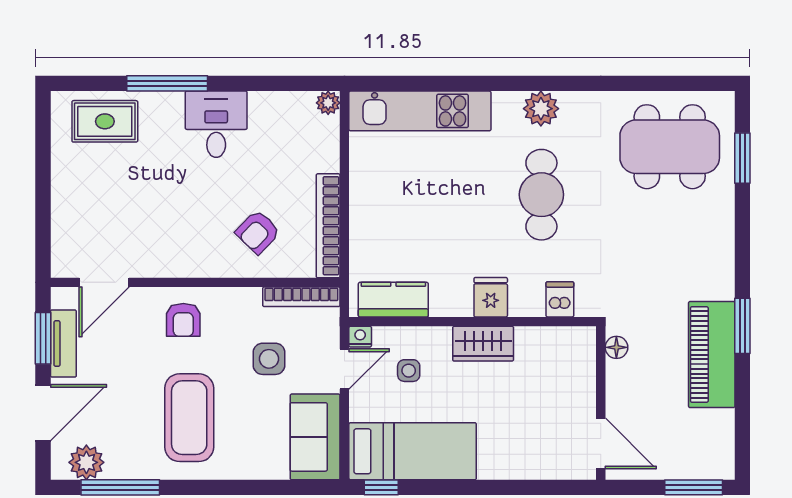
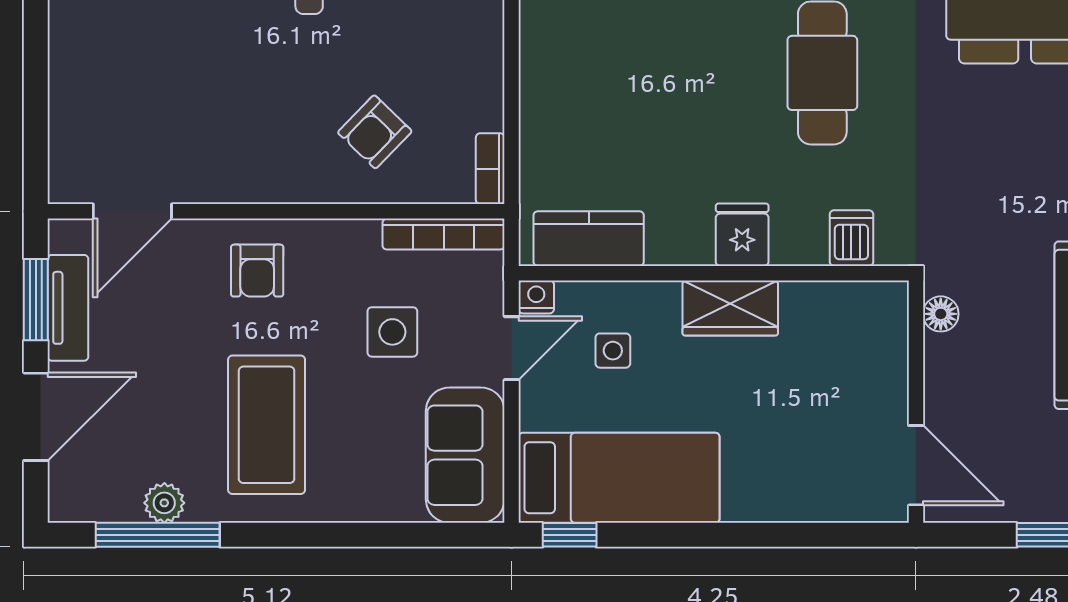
bookcase: (328, 226) -> (490, 169), width x0.43, depth x0.76
plant: (86, 462) -> (164, 503), moved, width x0.73, depth x0.73

